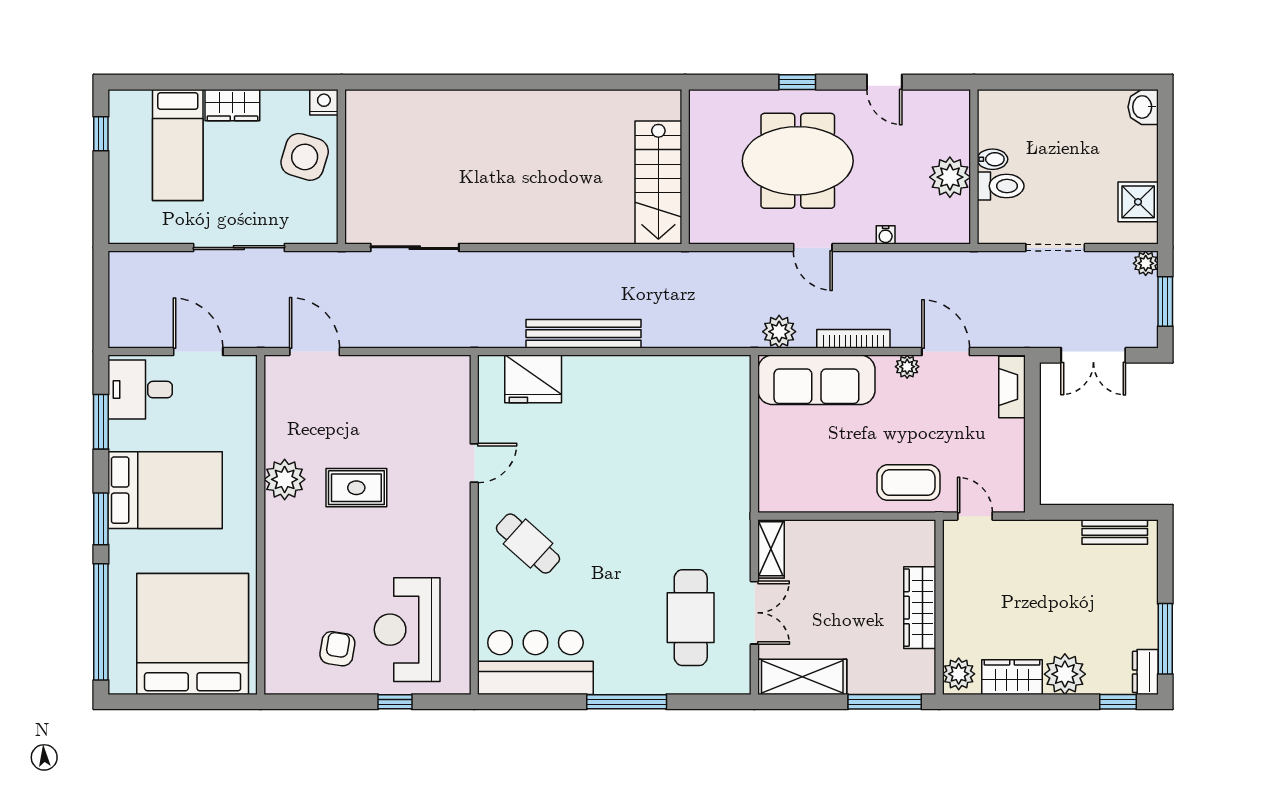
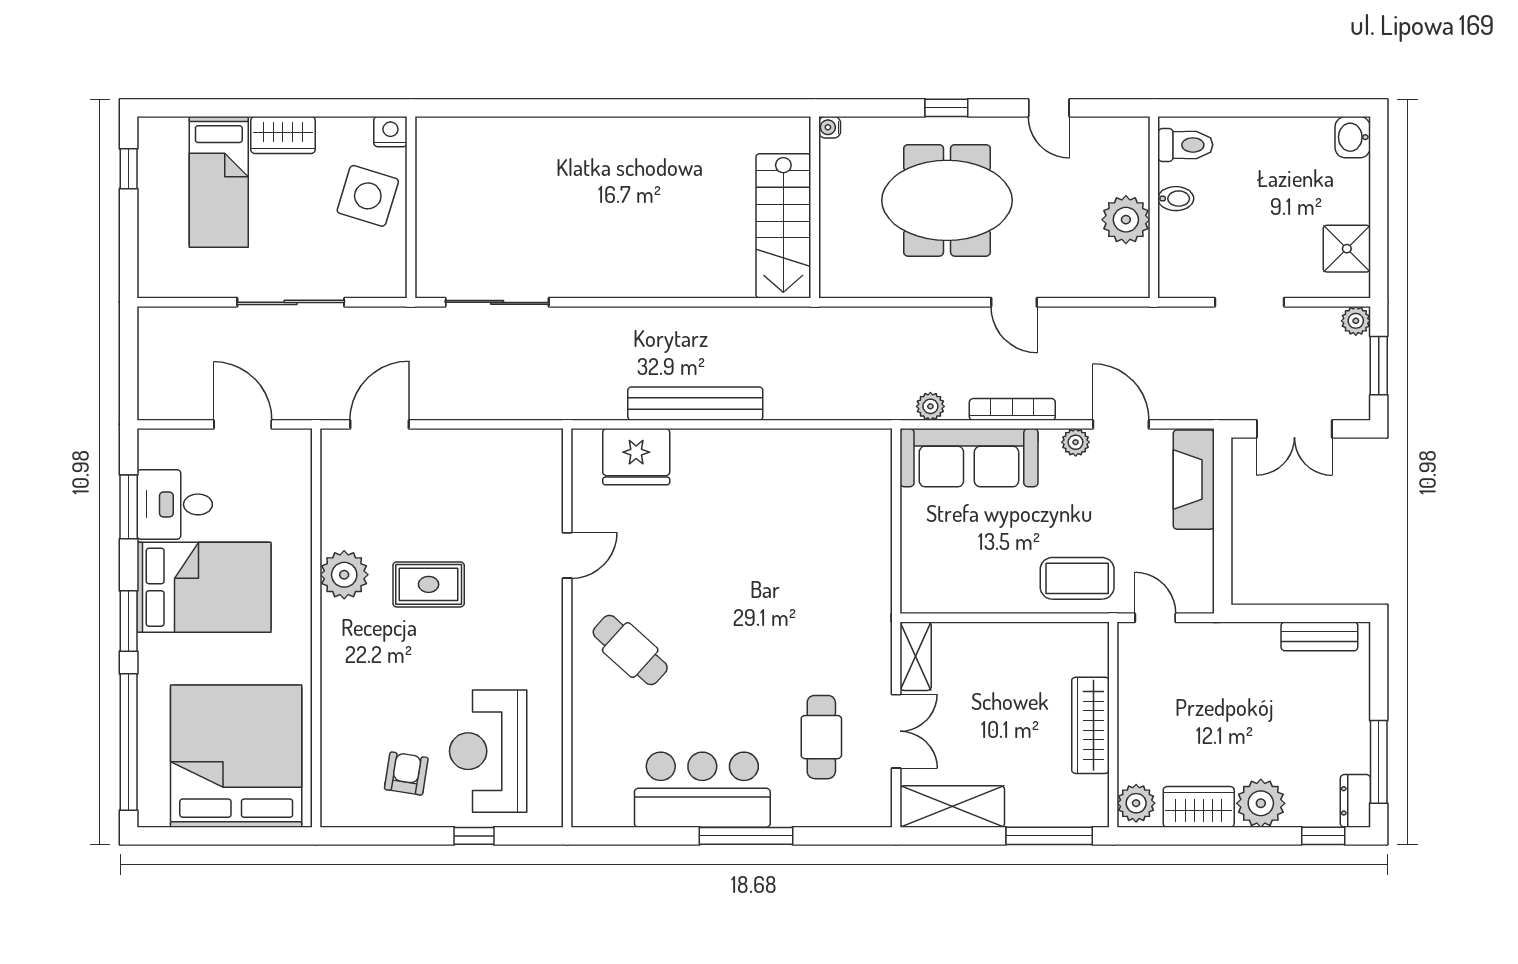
toilet: (1001, 186) -> (1185, 145), moved
water cooler: (886, 235) -> (830, 127), moved, turned 90
door: (813, 248) -> (1014, 302), moved
plant: (779, 332) -> (930, 406), width x0.73, depth x0.73
door: (315, 351) -> (380, 424), hinge flipped
fireplace: (1012, 387) -> (1194, 480), width x1.37, depth x1.32
desk: (140, 390) -> (175, 504), moved
cafe table: (691, 618) -> (821, 737), width x0.73, depth x0.74
bar counter: (535, 662) -> (702, 790), moved

